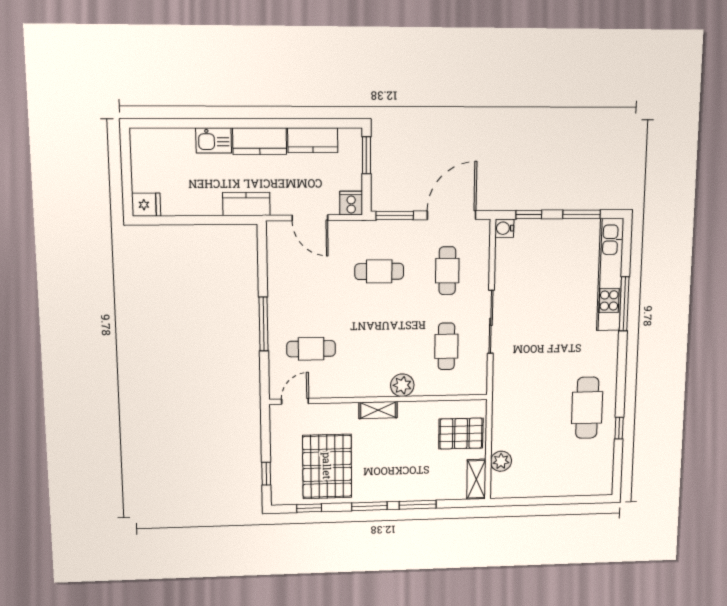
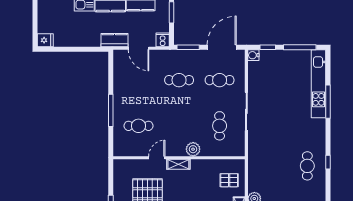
kitchen counter: (246, 204) -> (115, 40), moved
window: (582, 214) -> (300, 47), width x1.44
cafe table: (447, 271) -> (220, 80), turned 90
door: (295, 401) -> (157, 158), moved
cafe table: (587, 408) -> (307, 166), width x0.73, depth x0.74
window: (619, 428) -> (328, 162), moved
pallet: (461, 434) -> (229, 180), width x0.67, depth x0.71

